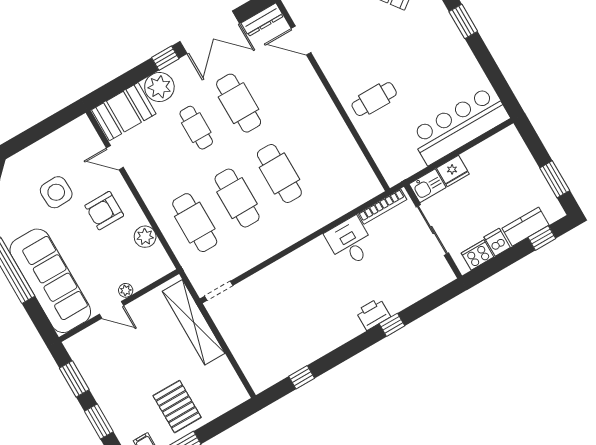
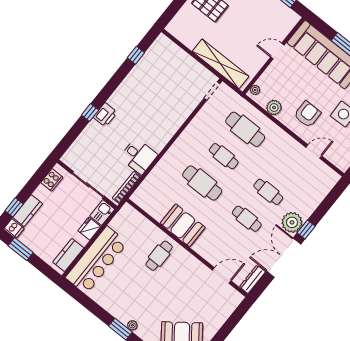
plant: (446, 20) -> (132, 325), added
plant: (159, 87) -> (292, 222), moved
cafe table: (239, 103) -> (247, 219), width x0.73, depth x0.74
booth: (124, 112) -> (183, 225), moved, turned 90
kitchen counter: (494, 147) -> (68, 255), added
cafe table: (237, 198) -> (224, 156), width x0.73, depth x0.74
dishwasher: (497, 242) -> (14, 228), moved
plant: (126, 290) -> (255, 90), moved

